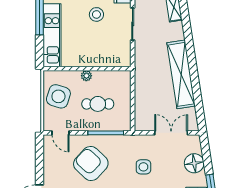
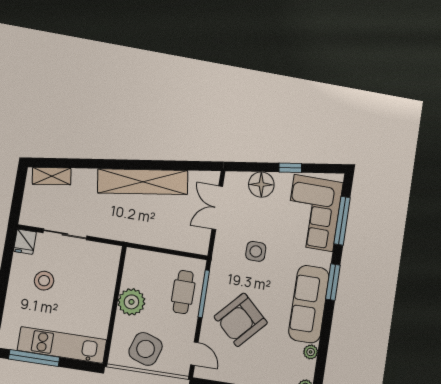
plant: (86, 76) -> (131, 302), width x1.88, depth x1.88
cafe table: (98, 104) -> (183, 292), moved
door: (61, 133) -> (194, 354), hinge flipped

